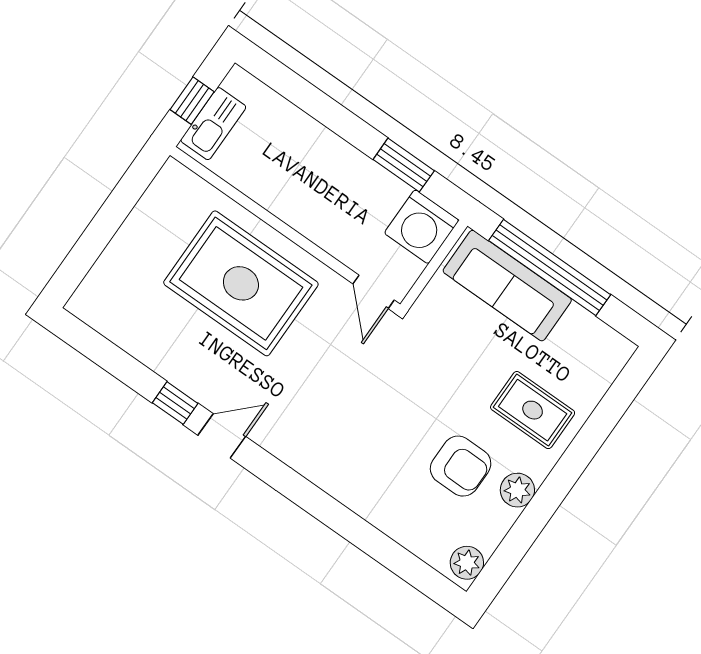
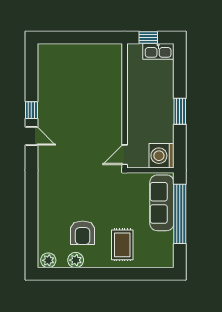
kitchen sink: (213, 124) -> (158, 51), moved
window: (404, 165) -> (180, 111), moved
rug: (241, 283) -> (93, 103), removed
plant: (517, 490) -> (76, 260), moved

